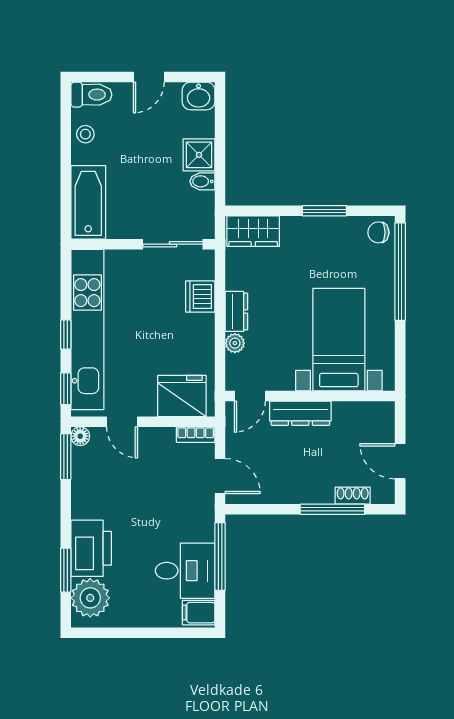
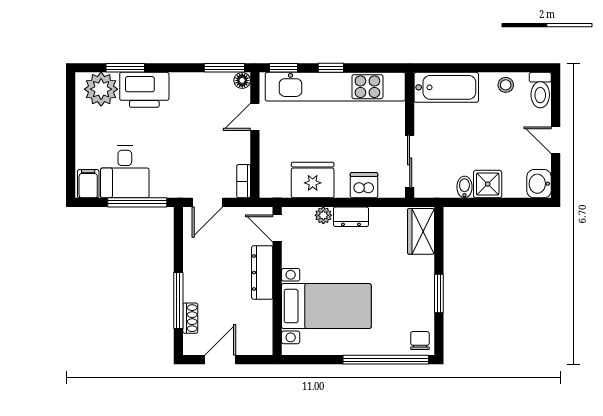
fridge: (182, 396) -> (313, 180), moved, turned -90

